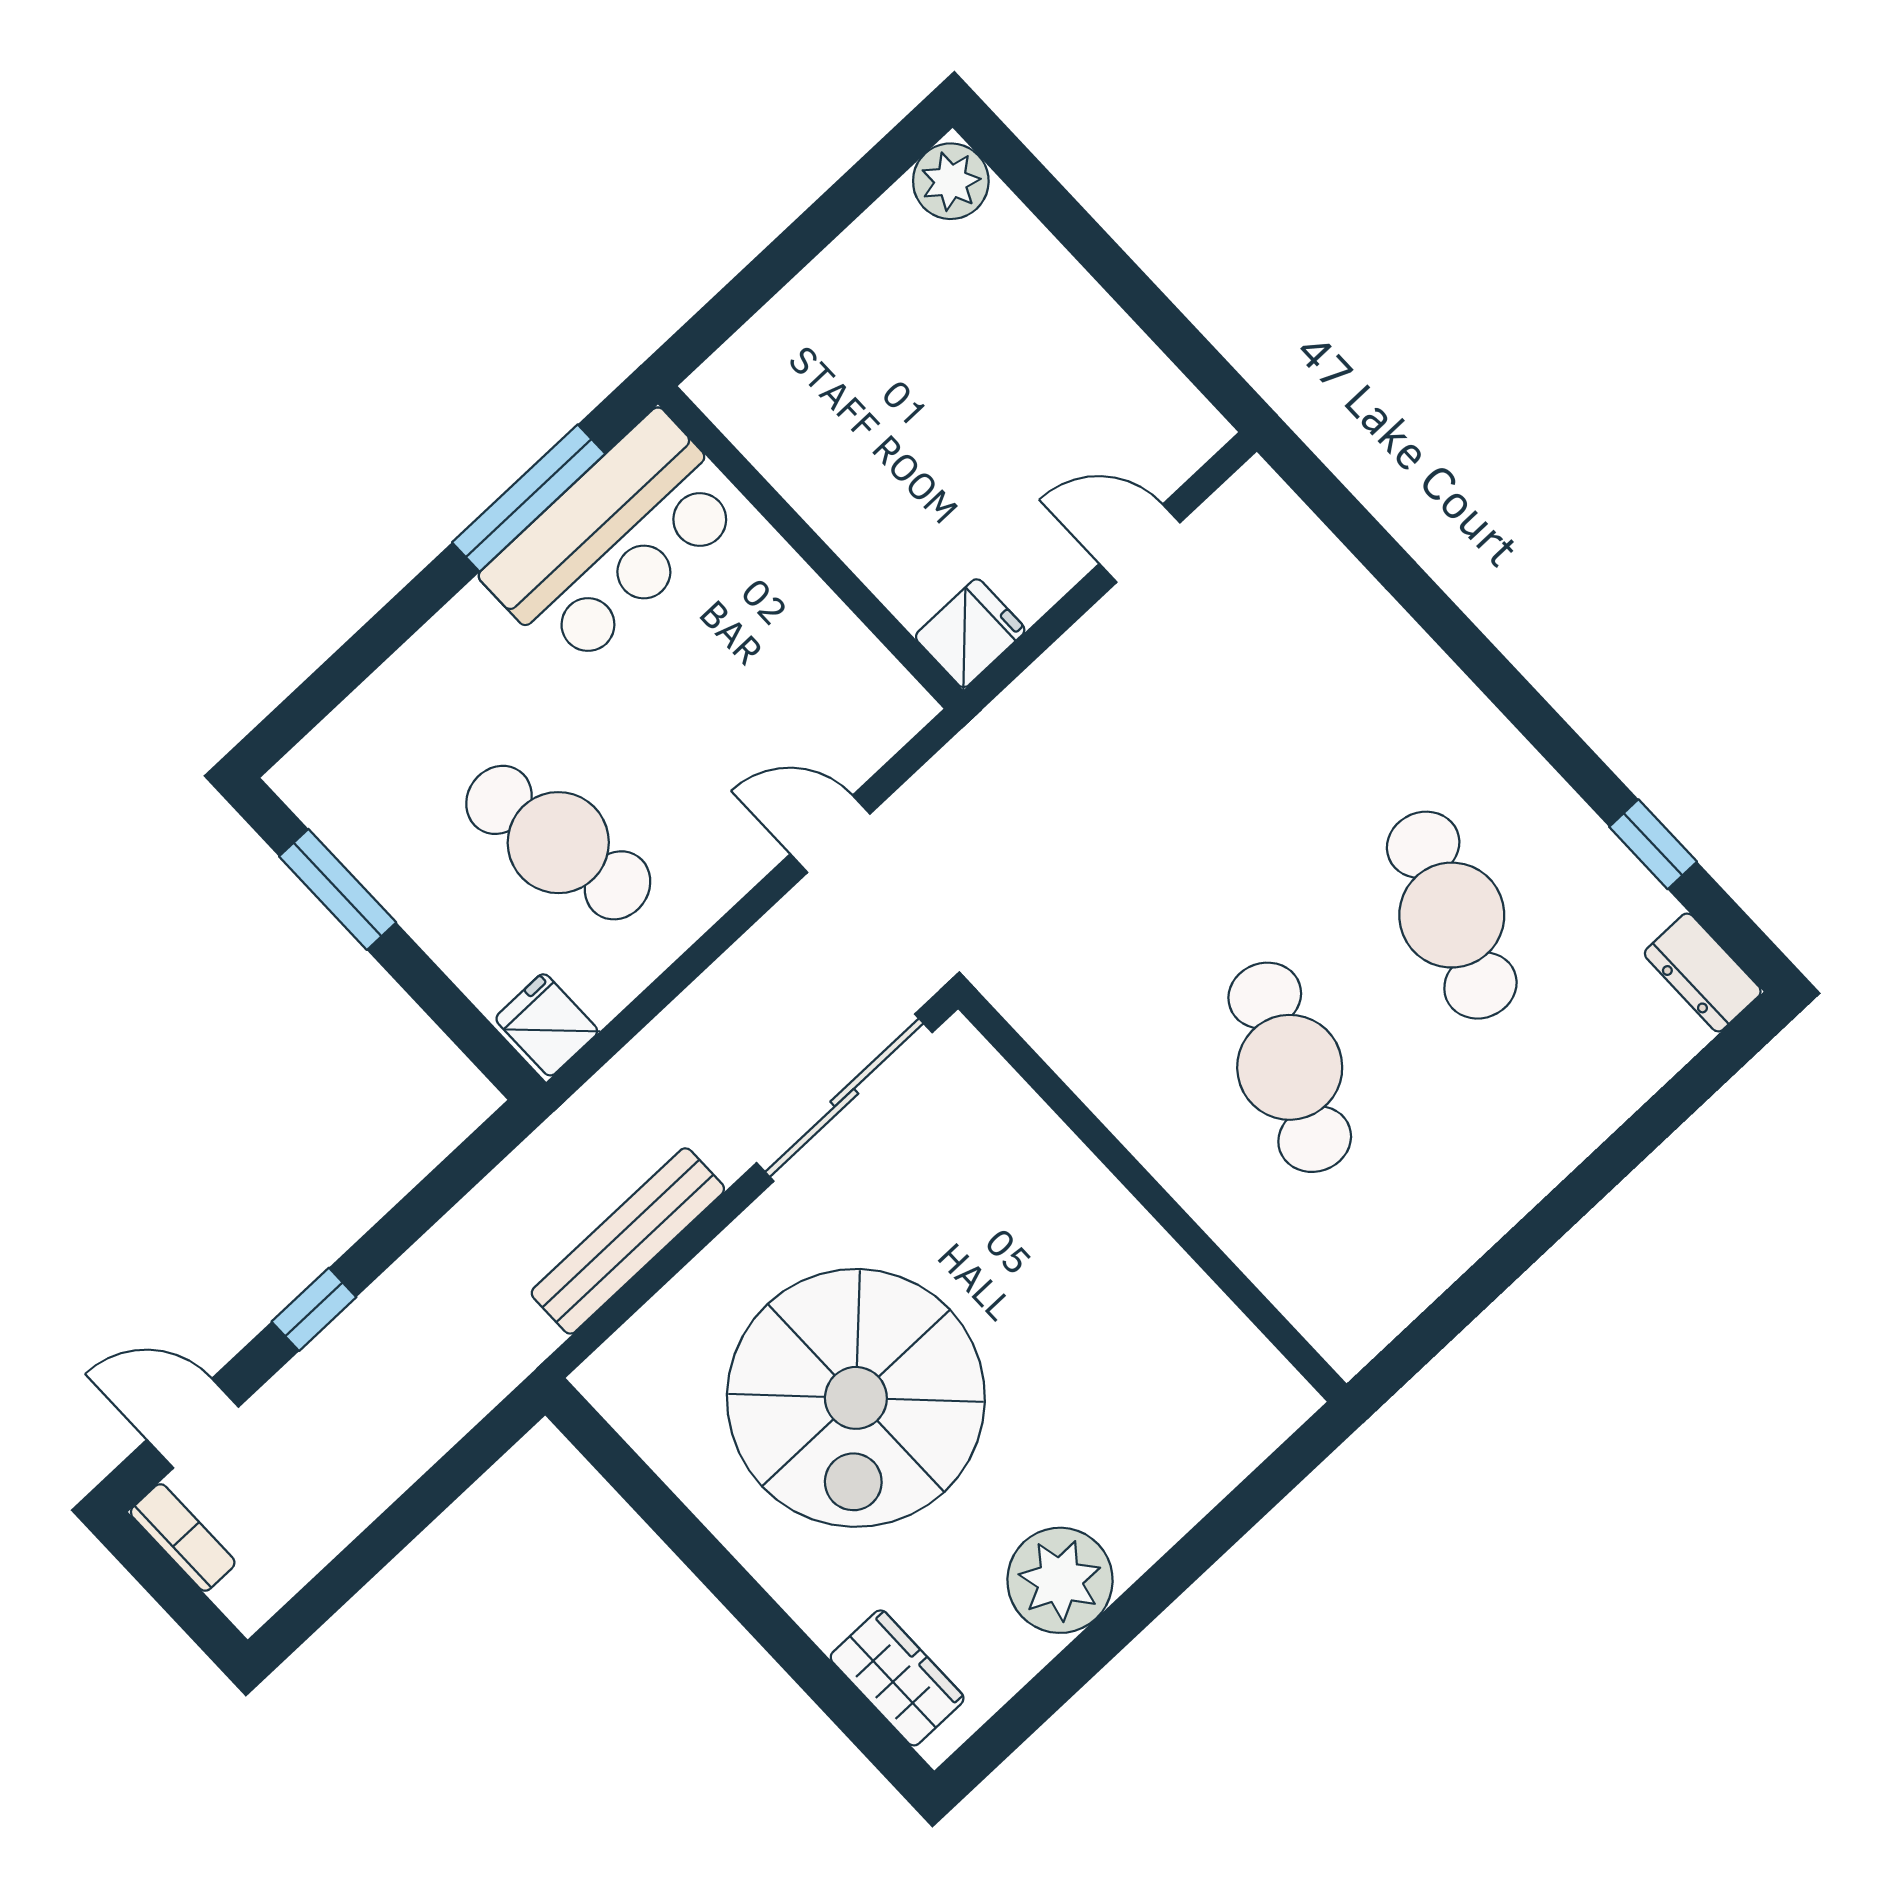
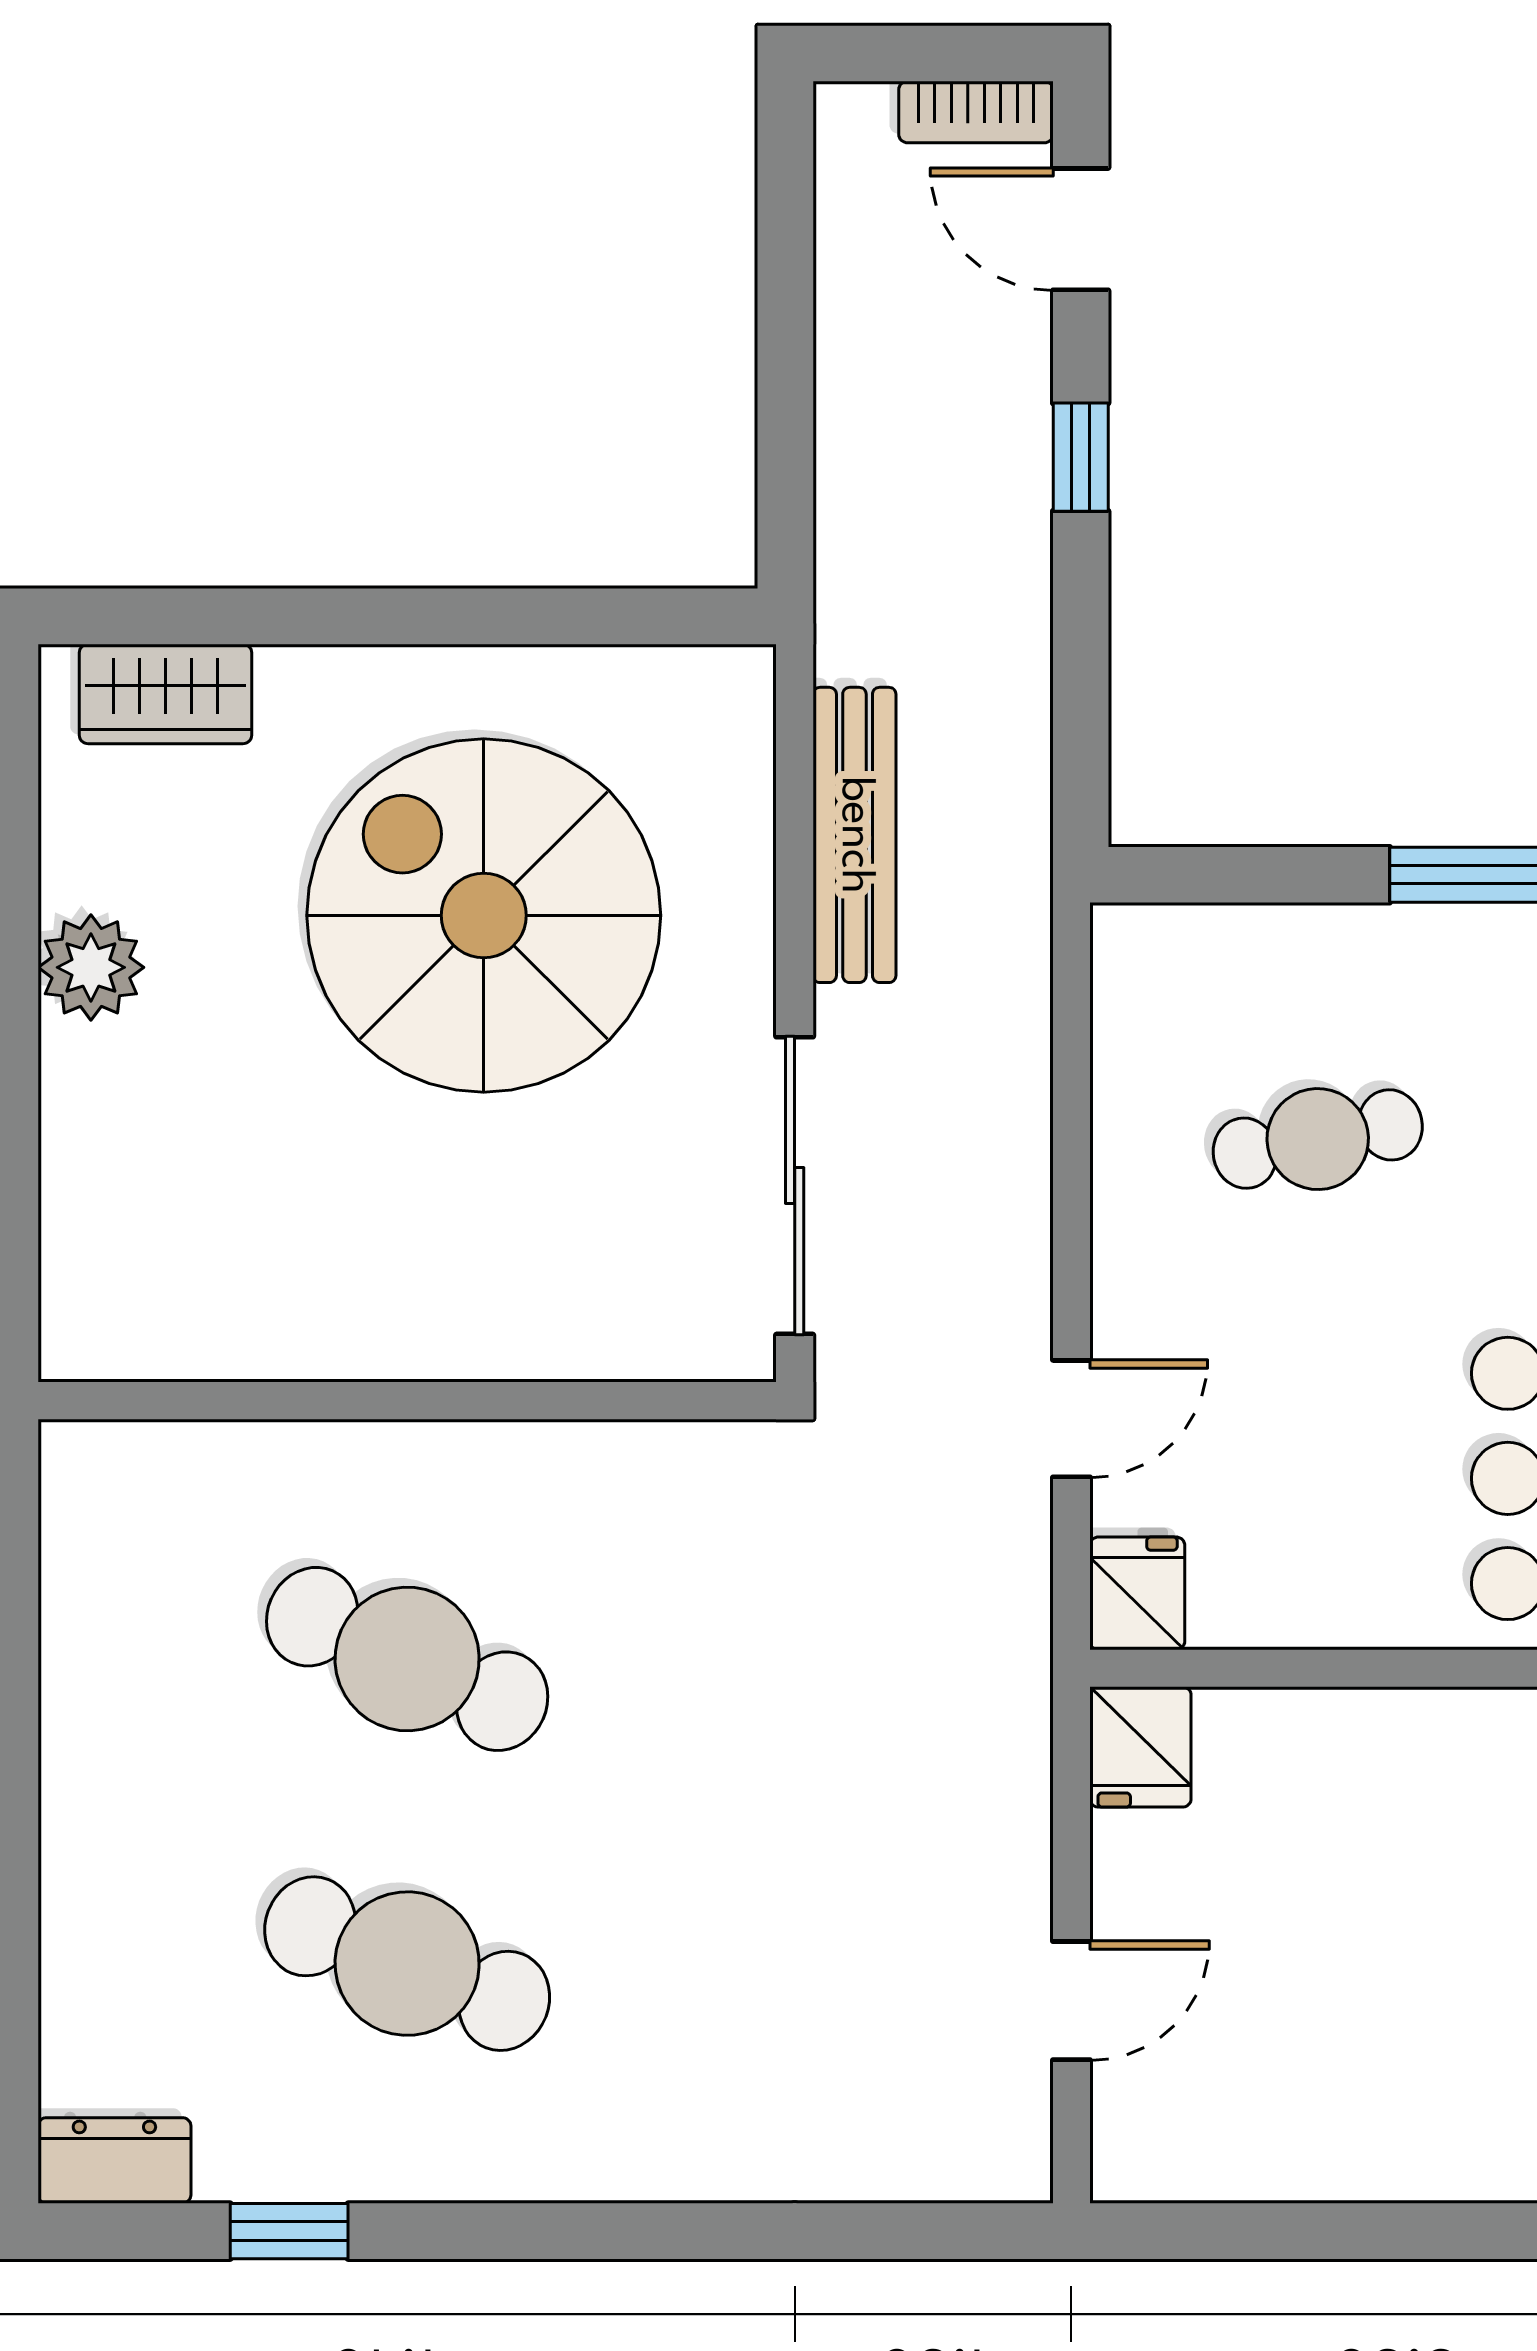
cafe table: (558, 843) -> (1318, 1139), width x0.73, depth x0.74
fridge: (547, 1025) -> (1137, 1593), moved, turned -90
door: (193, 1423) -> (1081, 229), swing flipped
plant: (1060, 1580) -> (91, 967), width x0.73, depth x0.73

